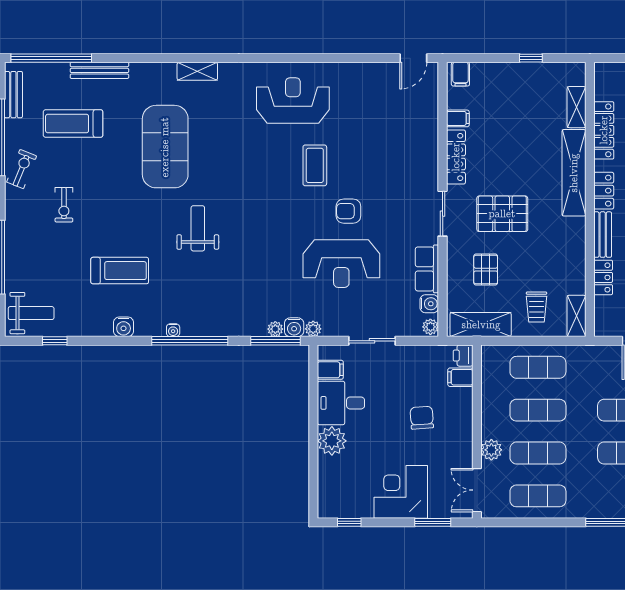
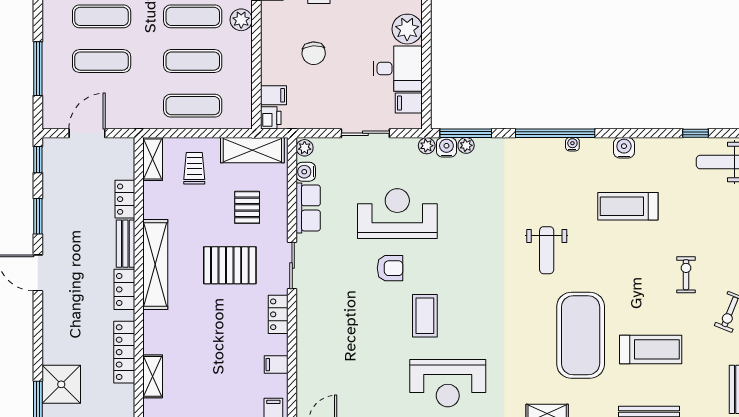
treadmill: (73, 124) -> (651, 349), moved
locker: (456, 157) -> (278, 314), width x0.66
shelving: (574, 173) -> (155, 264), moved

